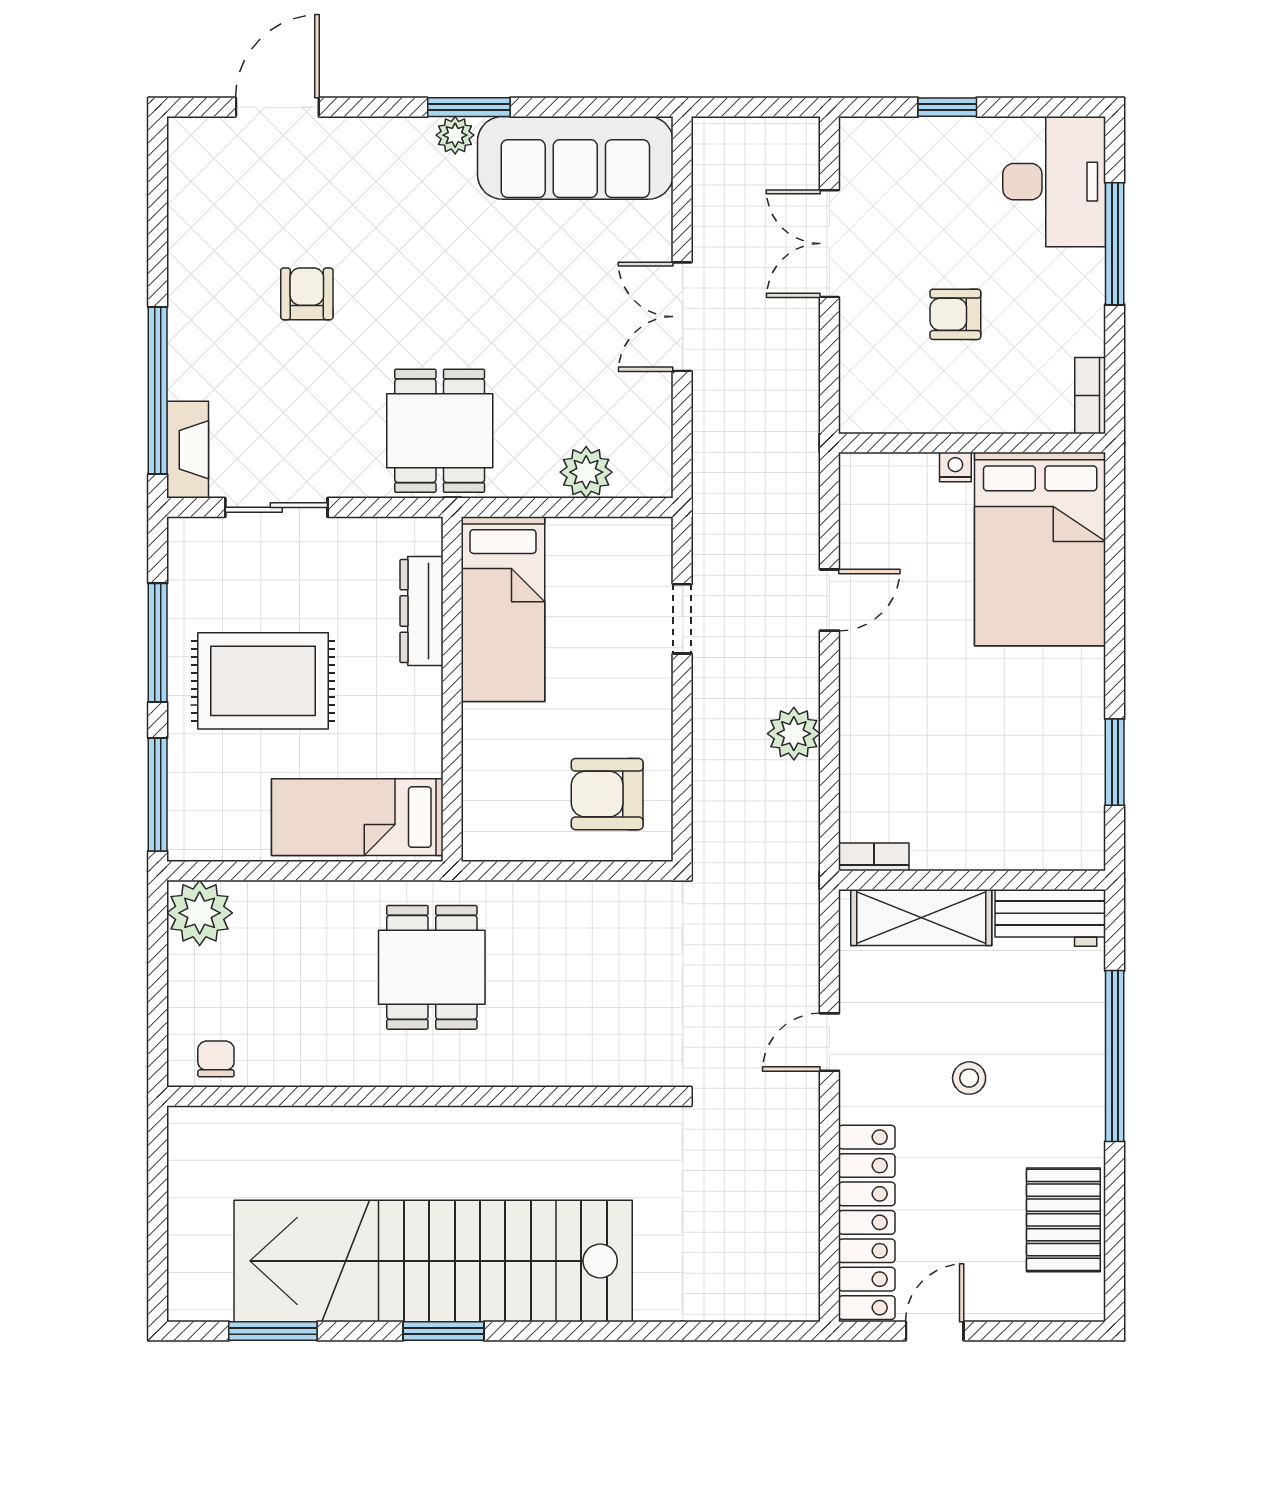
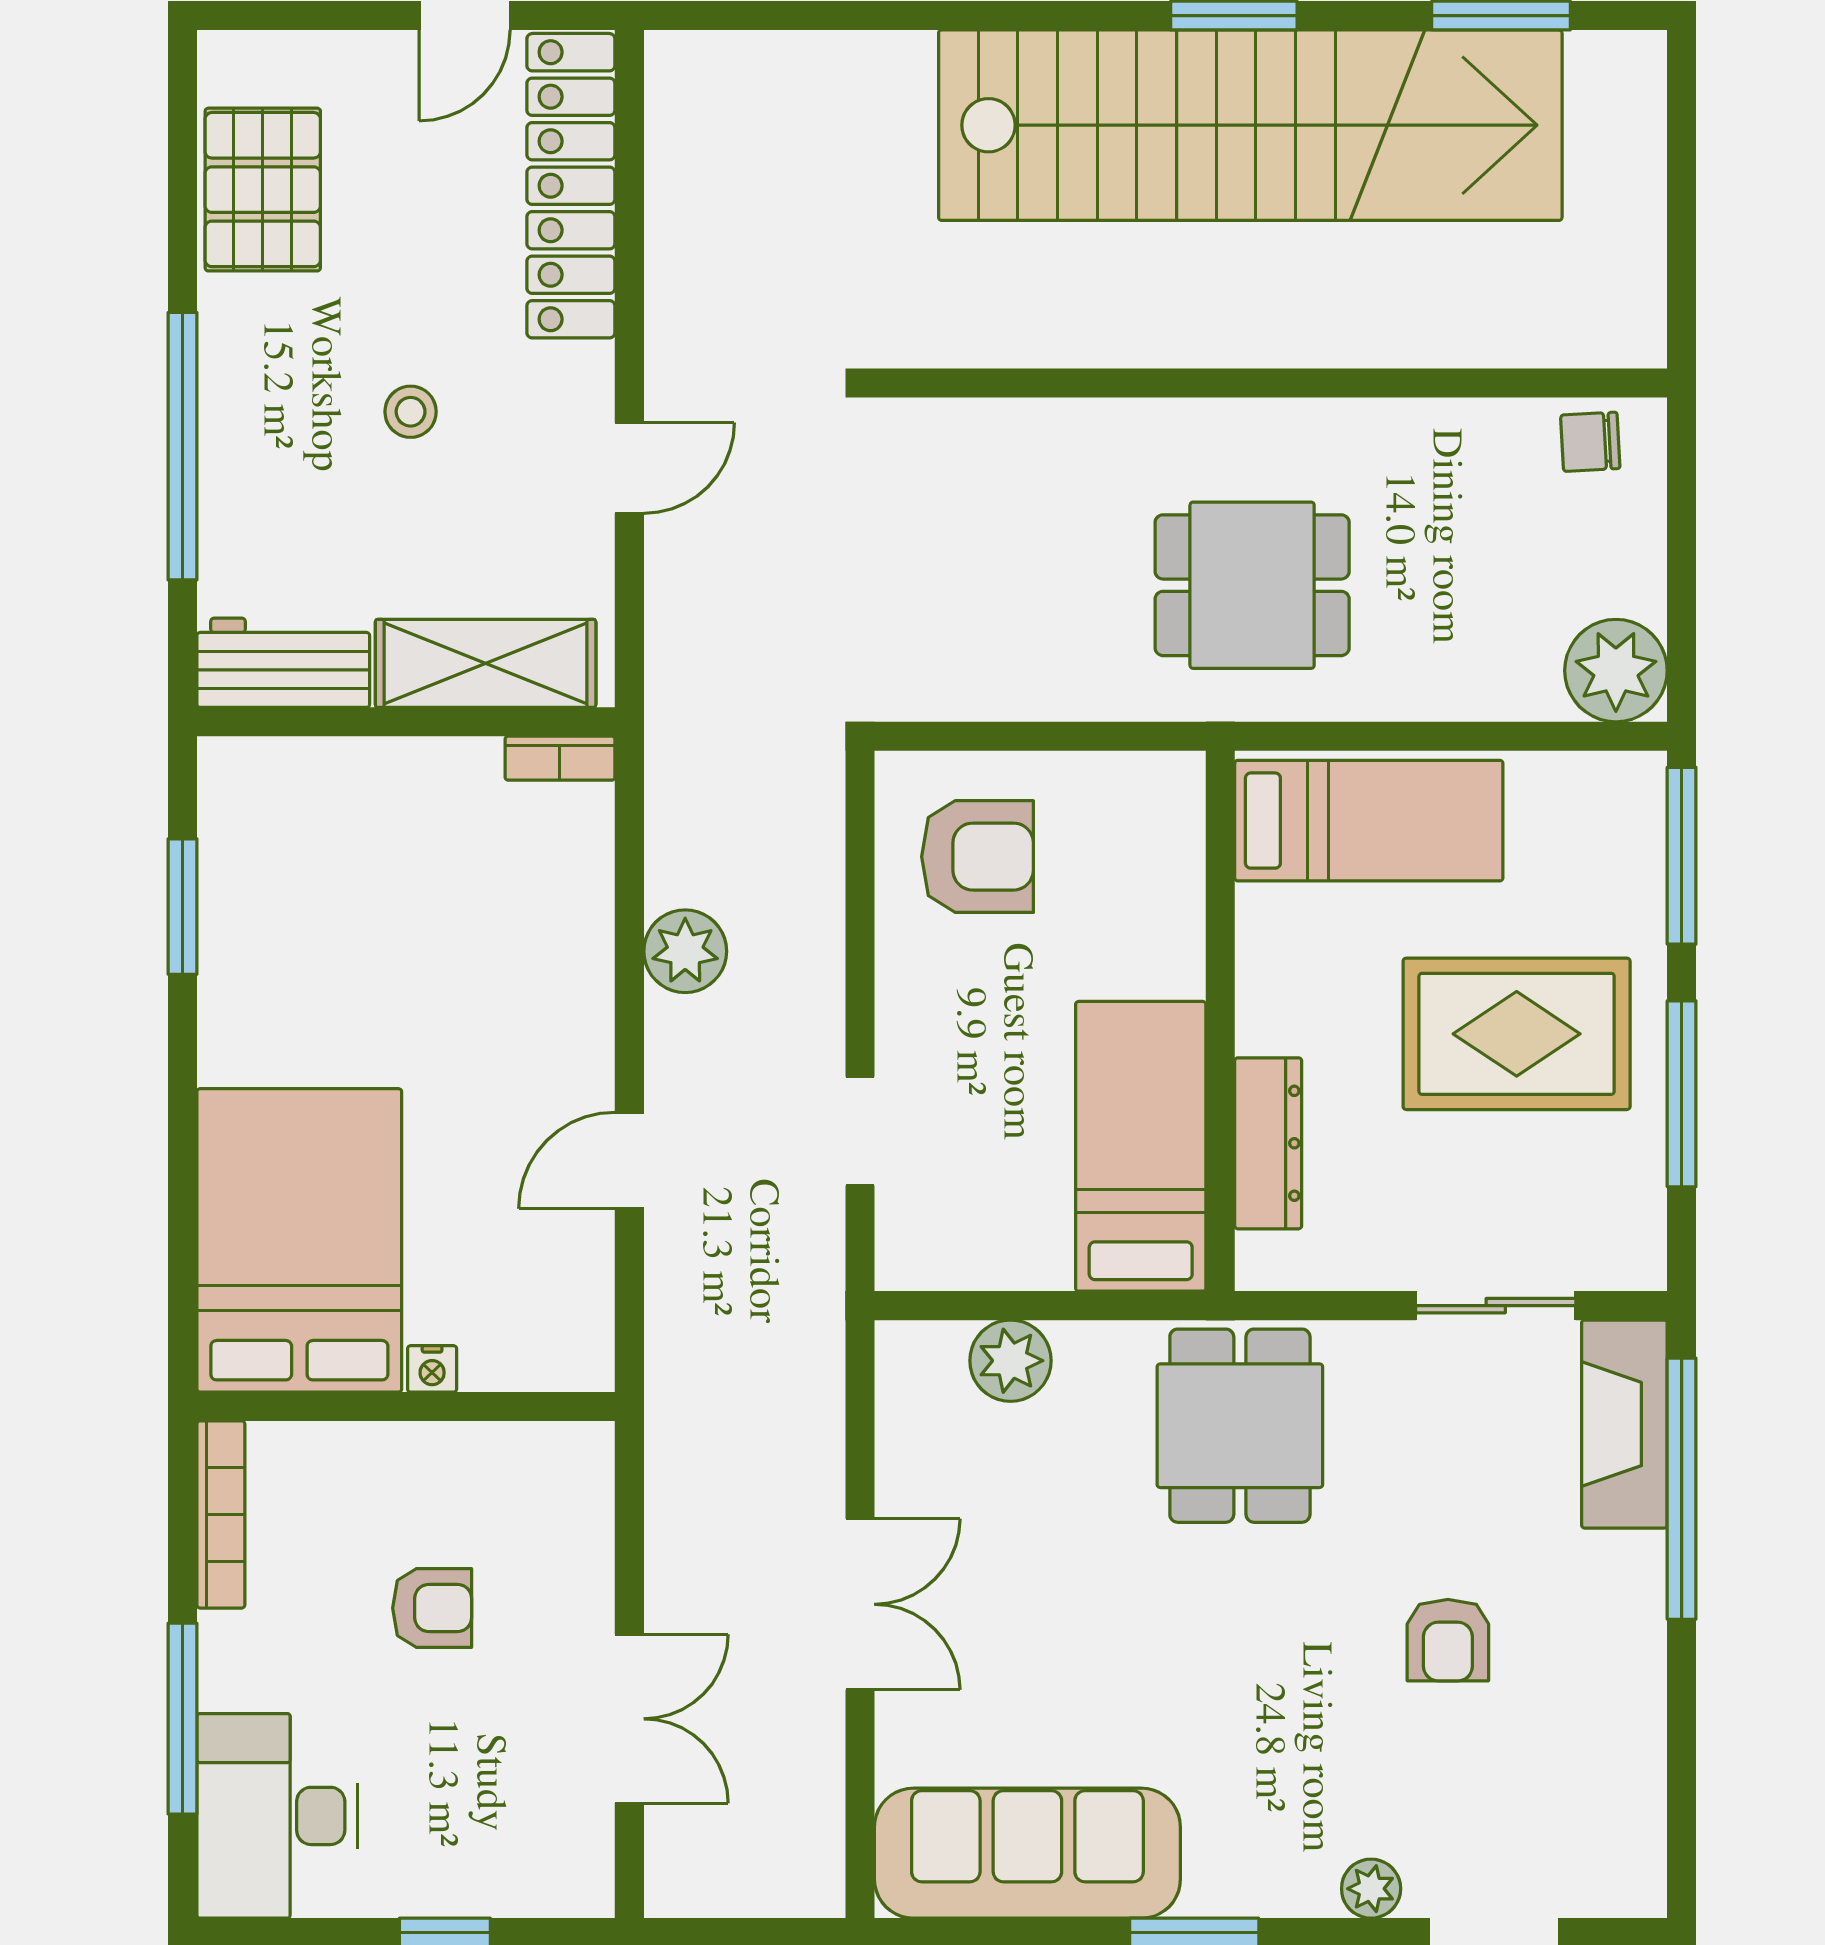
plant: (455, 135) -> (1371, 1889), moved
bookcase: (1090, 396) -> (221, 1514), width x1.56
fireplace: (188, 450) -> (1624, 1424), width x1.37, depth x1.32
dining table: (432, 967) -> (1252, 585), turned 90
chair: (216, 1059) -> (1590, 442), turned 87

